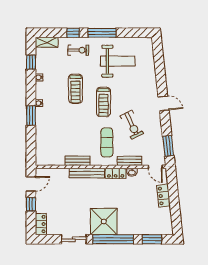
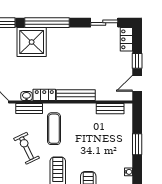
window: (31, 115) -> (137, 144), moved
bench: (78, 161) -> (110, 109), moved
shower: (104, 222) -> (32, 42), moved
sliding door: (74, 239) -> (104, 23), moved

